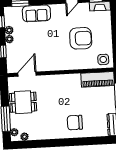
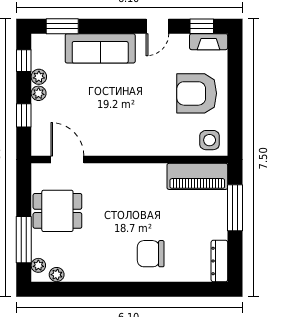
sofa: (36, 13) -> (100, 48), width x1.36
armchair: (81, 38) -> (197, 93), moved, turned 180
door: (27, 74) -> (67, 160), hinge flipped

